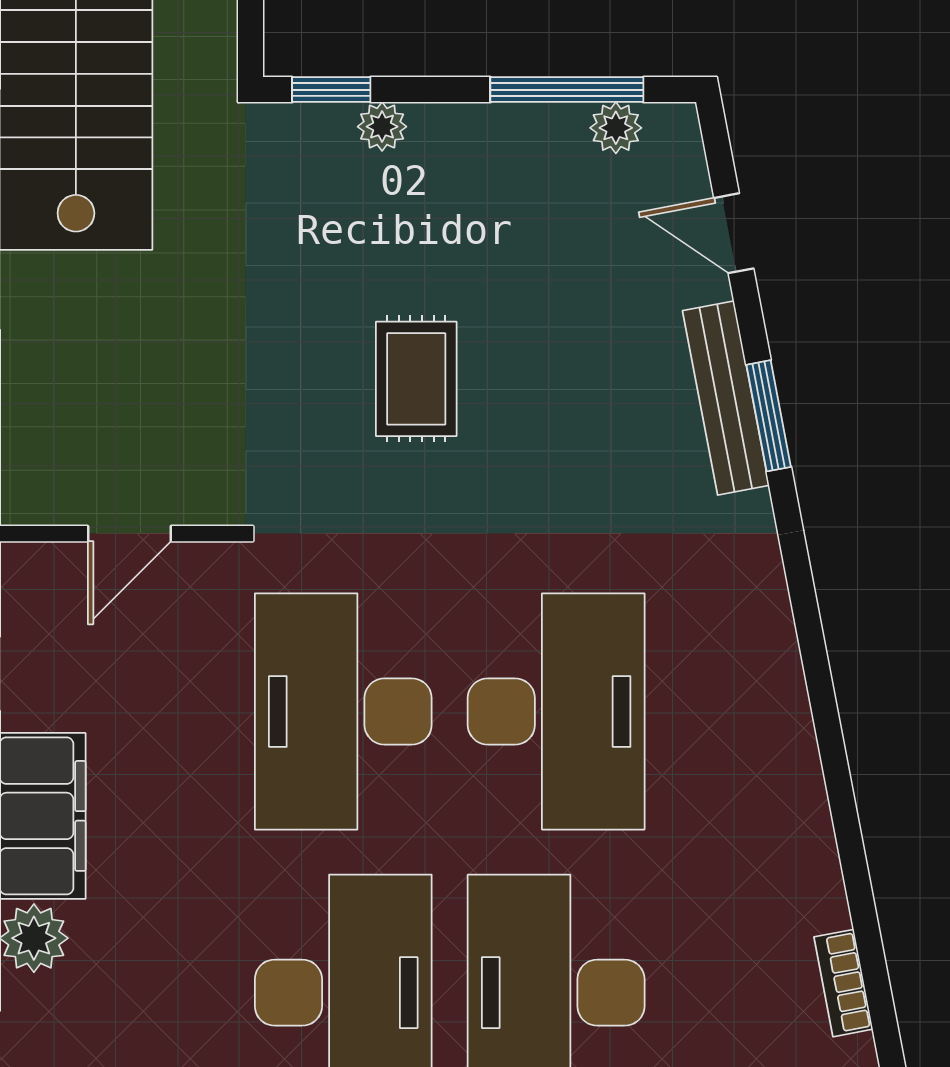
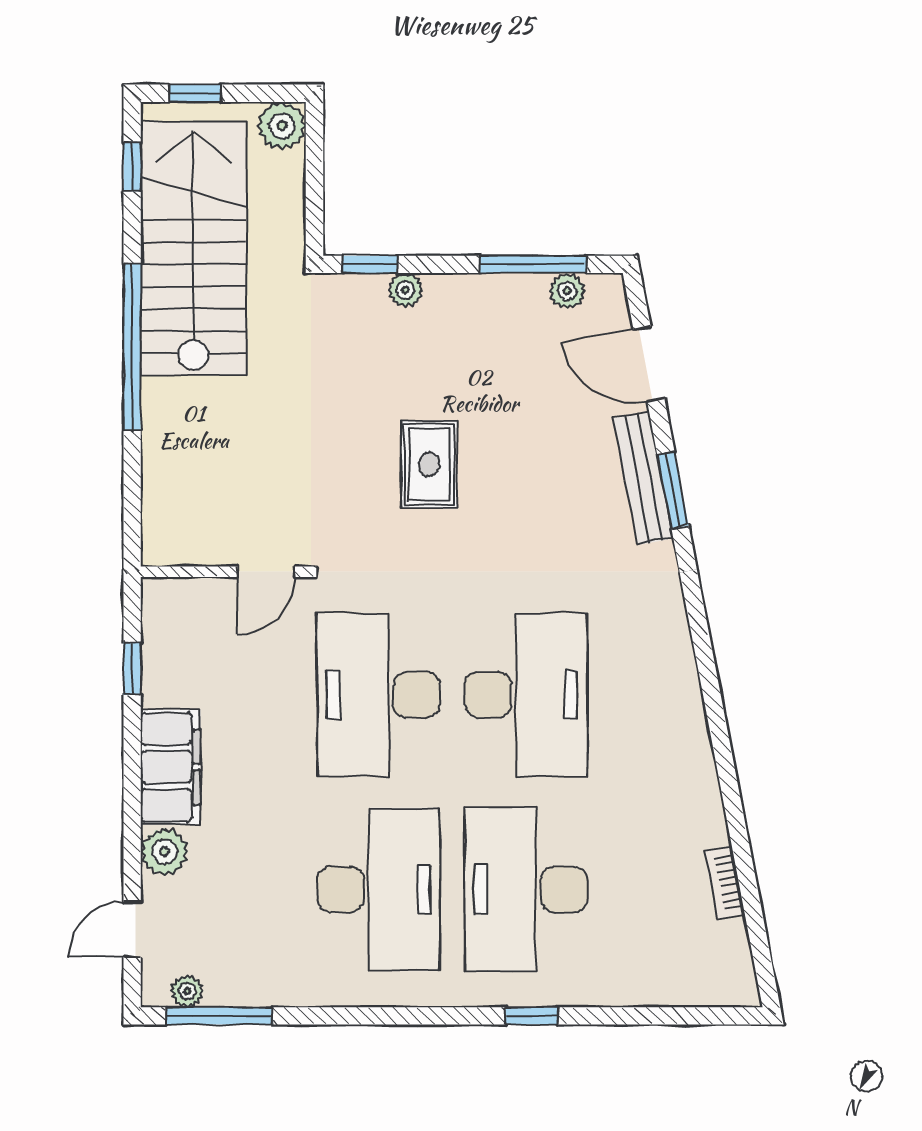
door: (734, 233) -> (649, 364), width x1.38
door: (129, 534) -> (266, 572), moved

